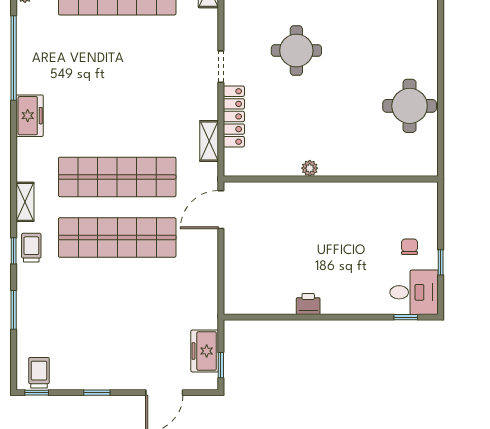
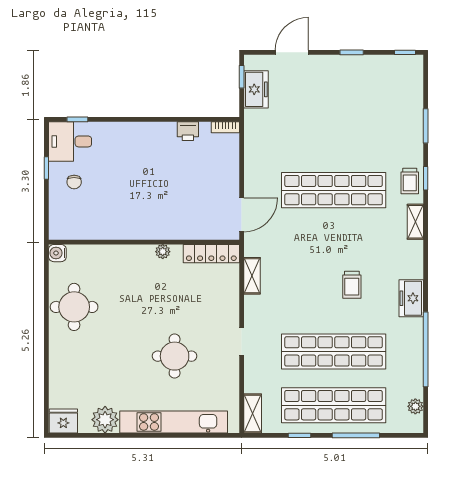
locker: (234, 116) -> (211, 254), moved, turned -90
water cooler: (428, 167) -> (57, 253), added
shop shelf: (117, 177) -> (334, 351), moved
printer: (308, 304) -> (188, 131), moved
bookcase: (239, 308) -> (225, 127), added
trolley: (39, 373) -> (352, 285), moved

